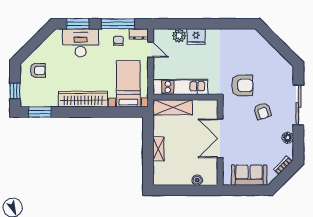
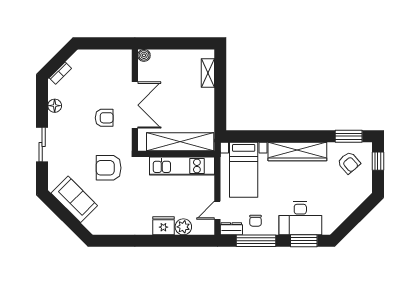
door: (151, 50) -> (217, 210), hinge flipped
armchair: (38, 70) -> (349, 163), moved, turned -131
sliding door: (298, 105) -> (42, 144), width x0.73
shelving: (173, 107) -> (180, 142), width x1.47
armchair: (263, 111) -> (104, 118), moved, turned 107
shelving: (158, 149) -> (208, 73), moved
sofa: (249, 175) -> (74, 199), moved, turned -135
boiler: (197, 180) -> (144, 55), moved

